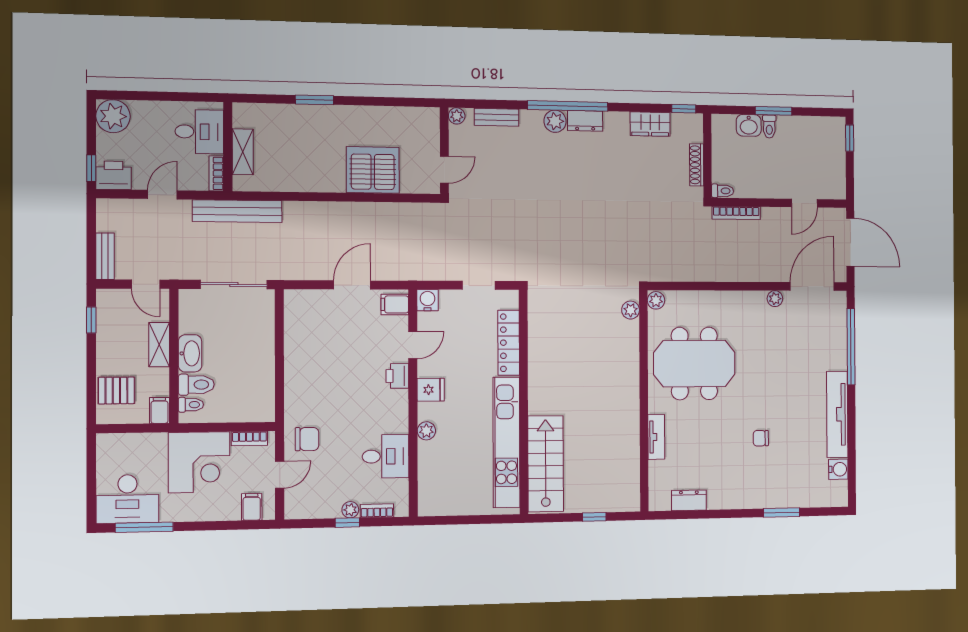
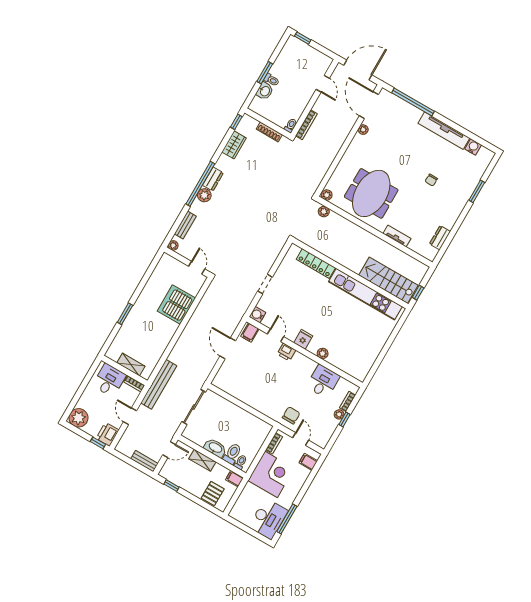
locker: (509, 343) -> (316, 264), moved
wall: (524, 402) -> (350, 273), moved
kitchen unit: (506, 442) -> (365, 294), moved
stairs: (546, 464) -> (388, 280), moved

